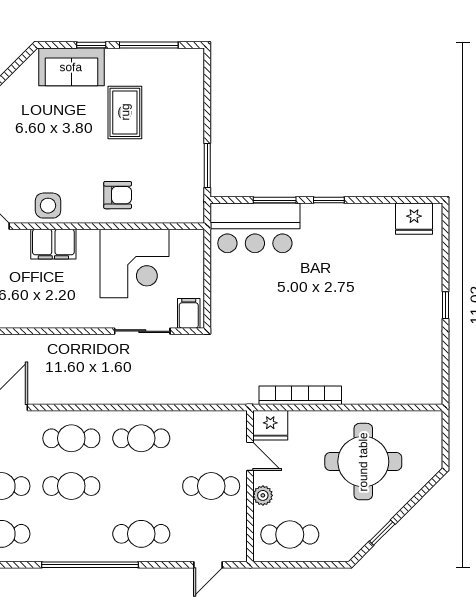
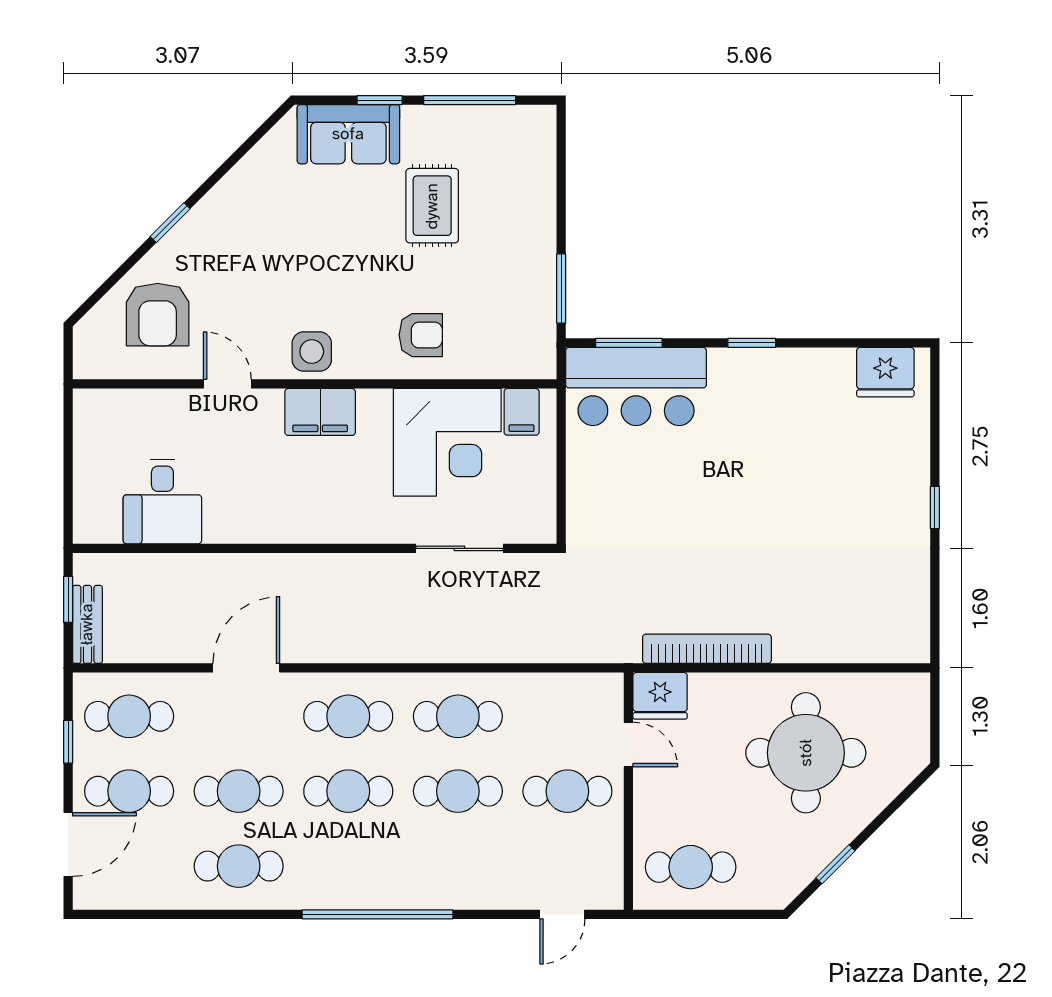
window: (275, 200) -> (629, 343), moved
filing cabinet: (189, 313) -> (522, 412), moved, turned 180
plant: (263, 495) -> (648, 806), removed
cafe table: (141, 534) -> (458, 791), moved

